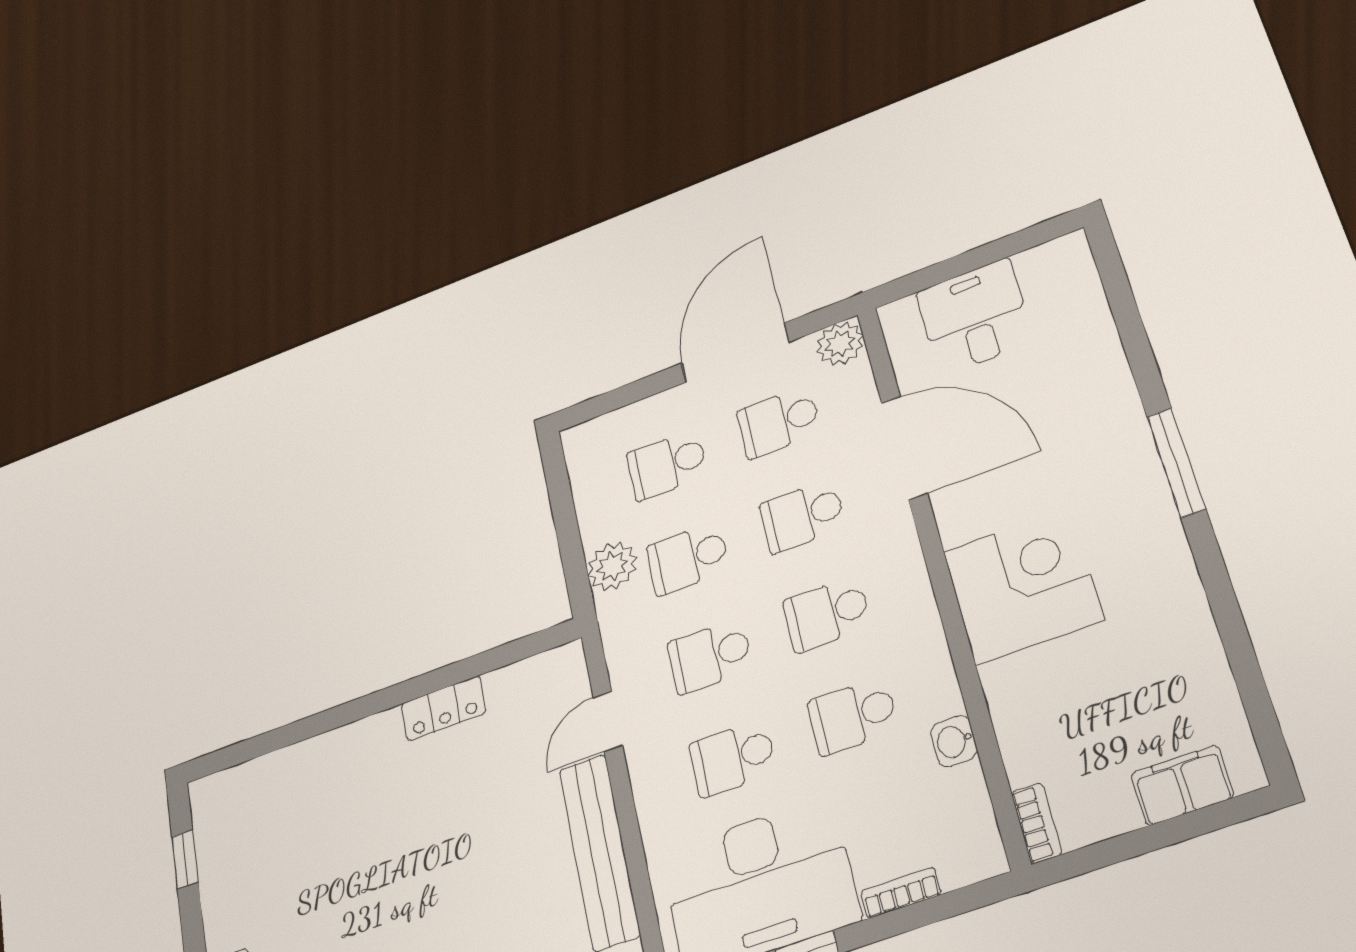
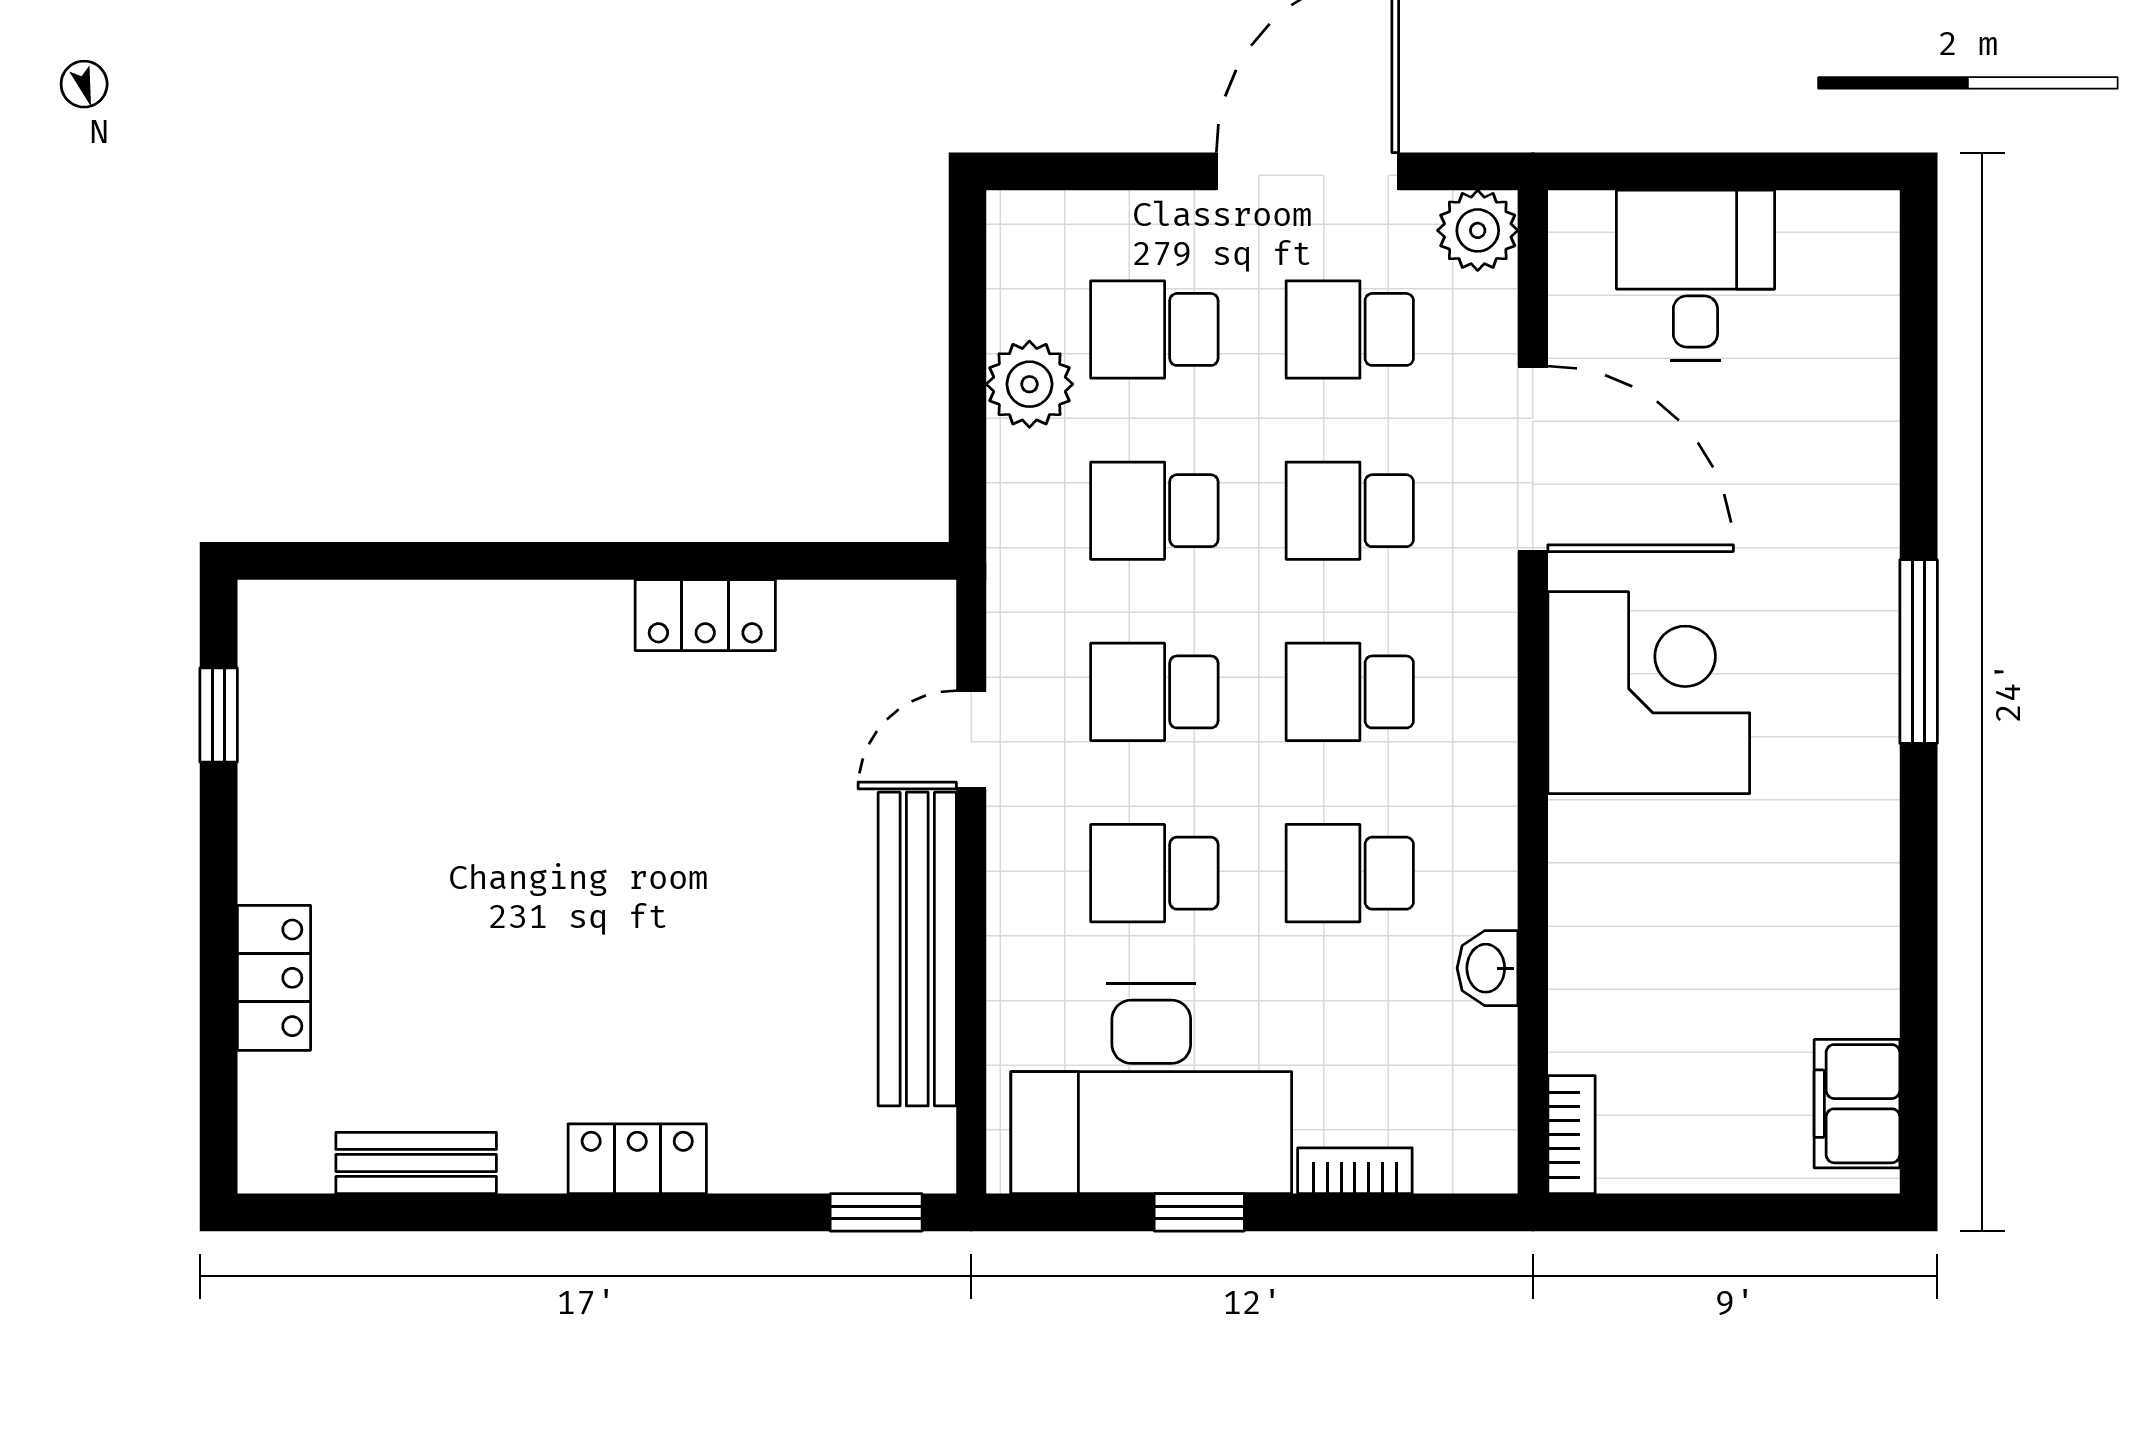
plant: (612, 566) -> (1029, 384), moved
corner desk: (1023, 586) -> (1649, 693), moved
filing cabinet: (1182, 785) -> (1857, 1104), moved, turned -90

